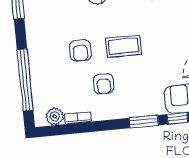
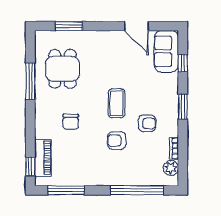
armchair: (80, 51) -> (117, 141), turned 180
window: (144, 122) -> (183, 107), moved

